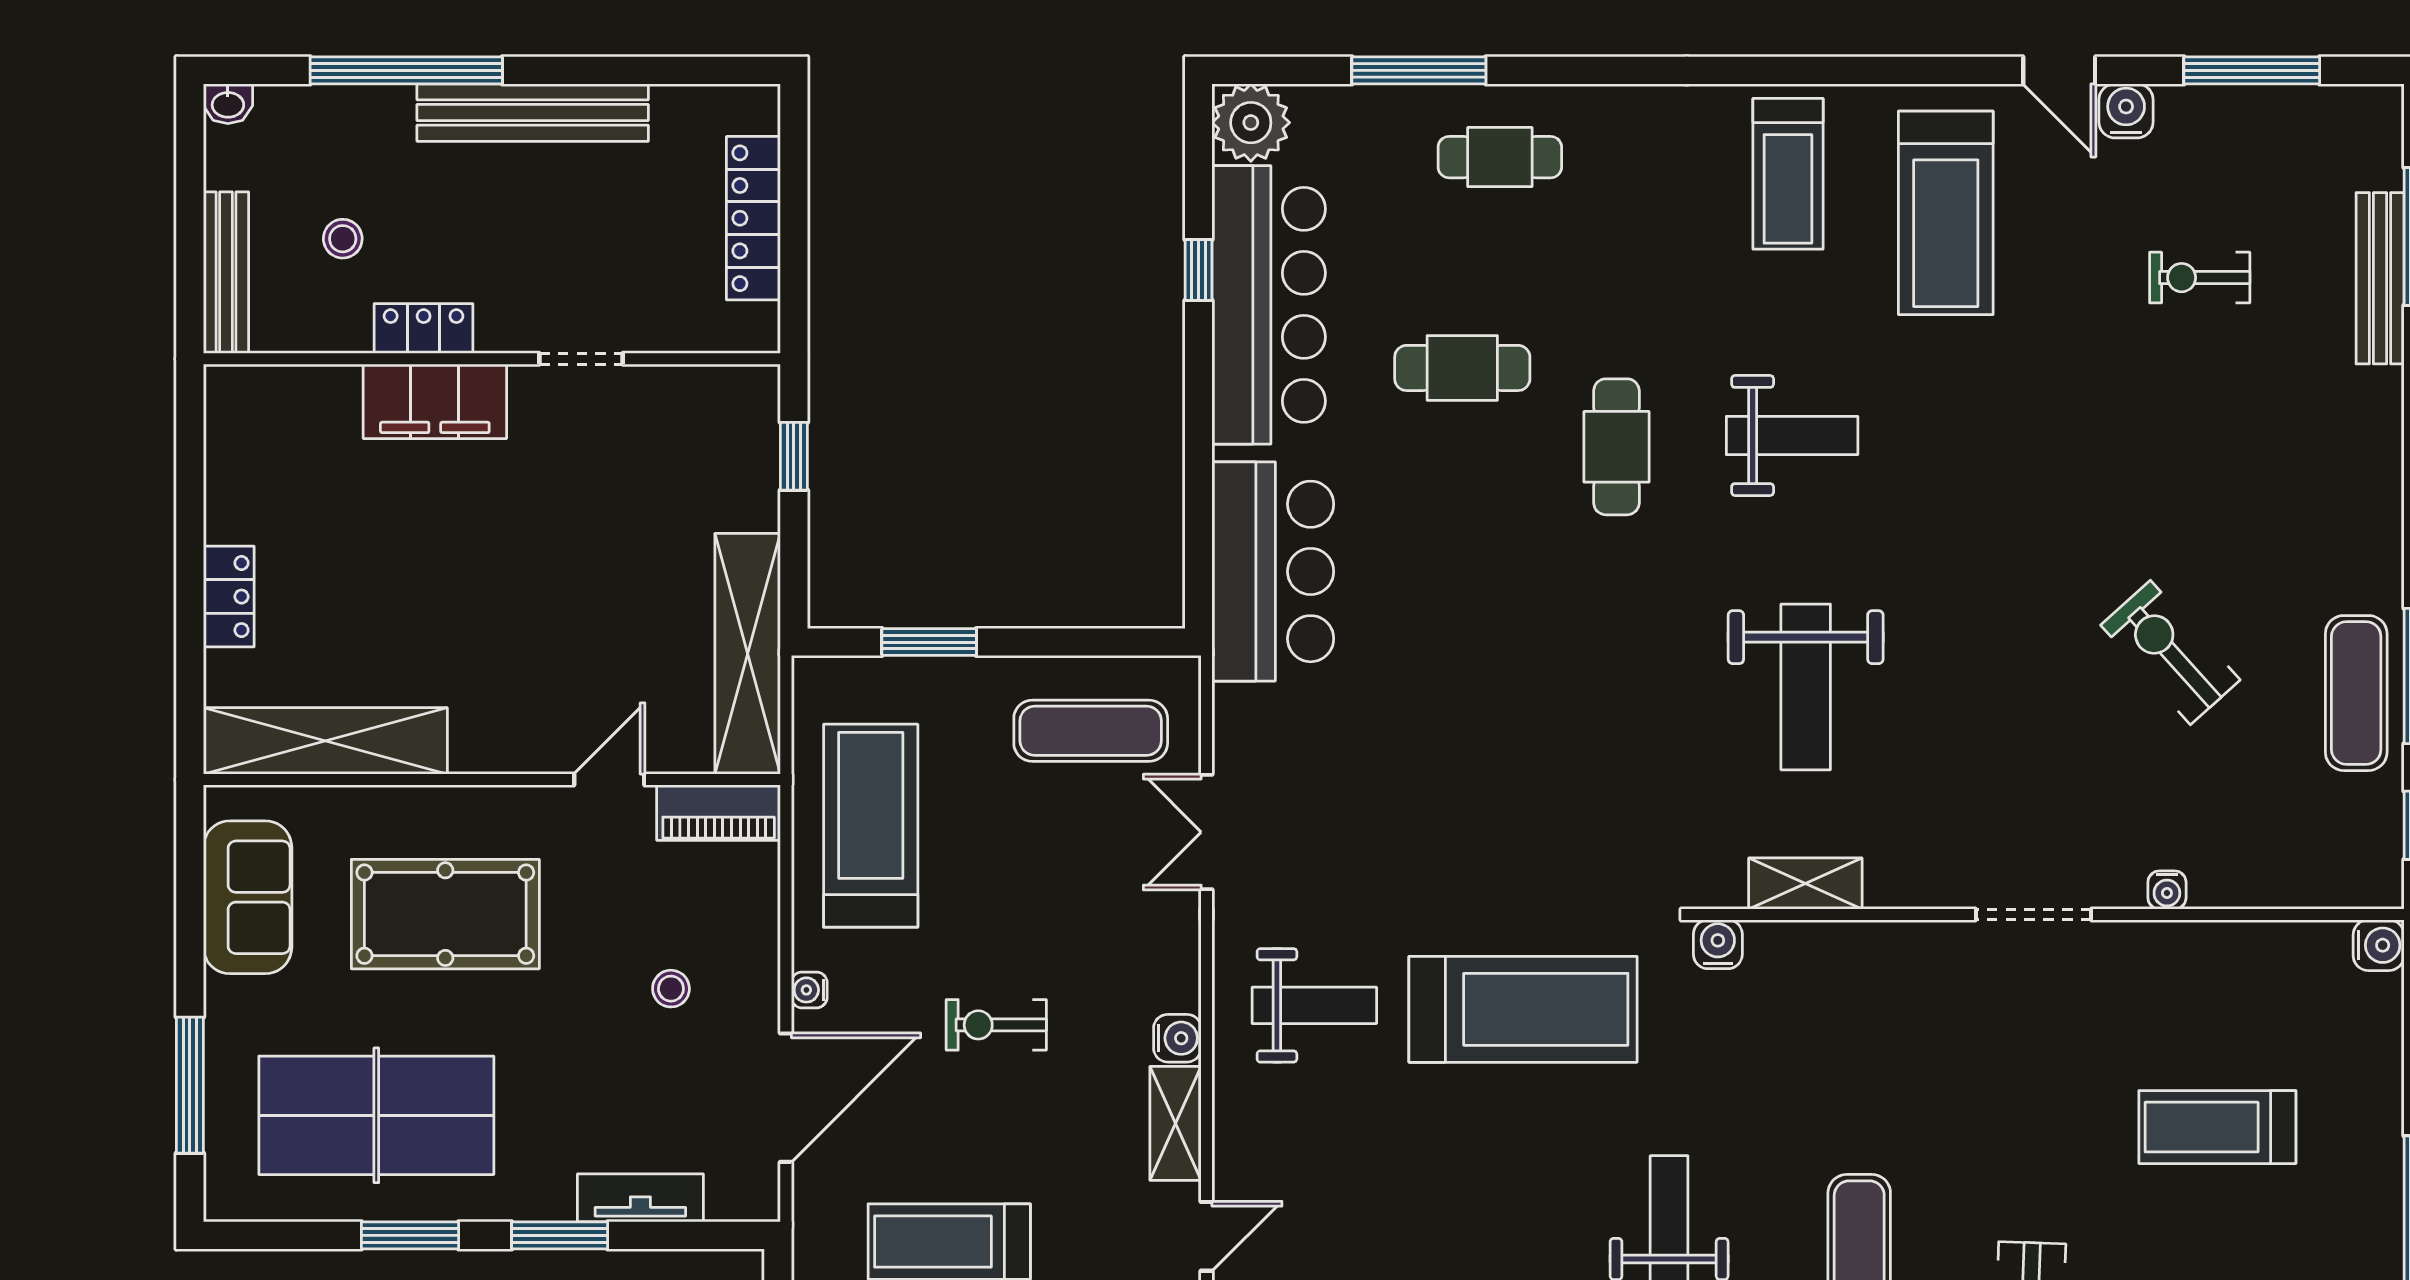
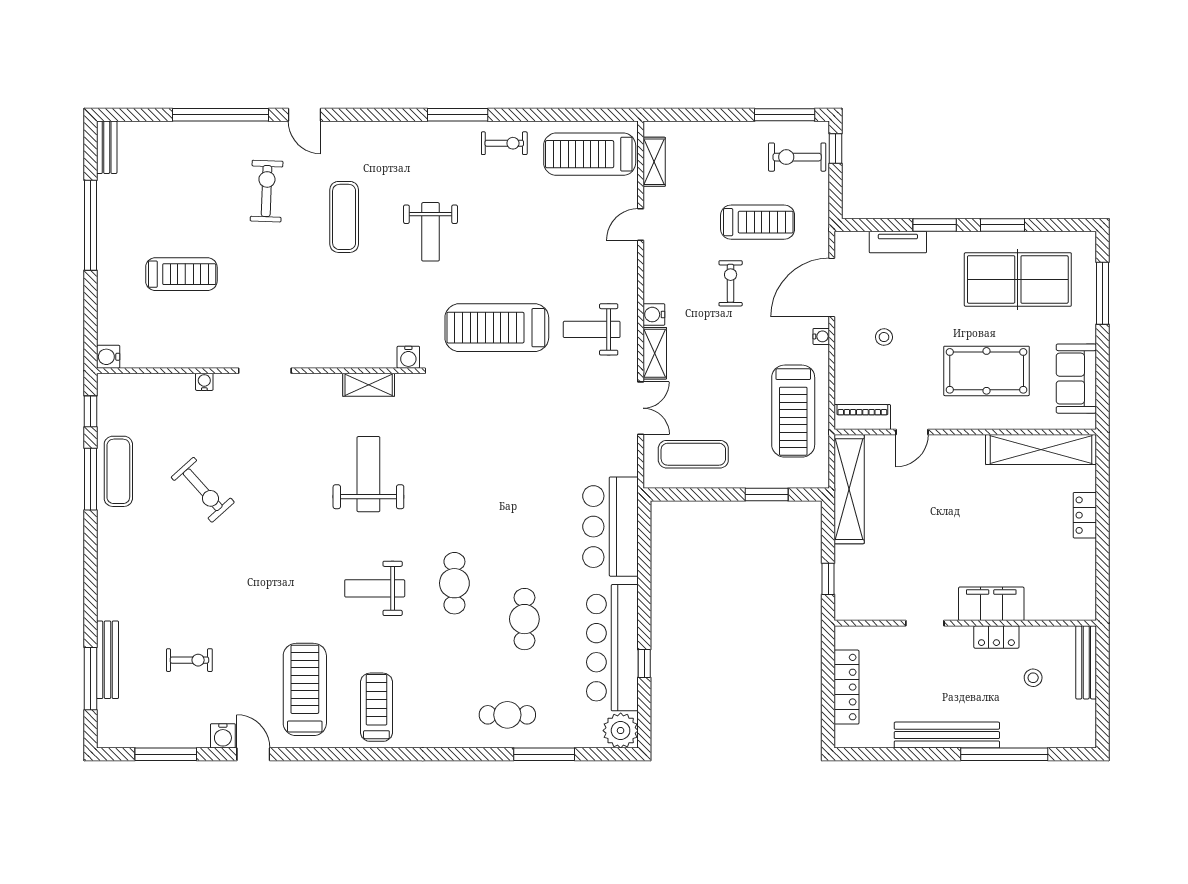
washbasin: (228, 104) -> (1085, 739), removed
cafe table: (1462, 368) -> (524, 619), turned 90
exercise bike: (996, 1025) -> (731, 283), moved, turned -90
shelving: (1176, 1123) -> (655, 353), moved

